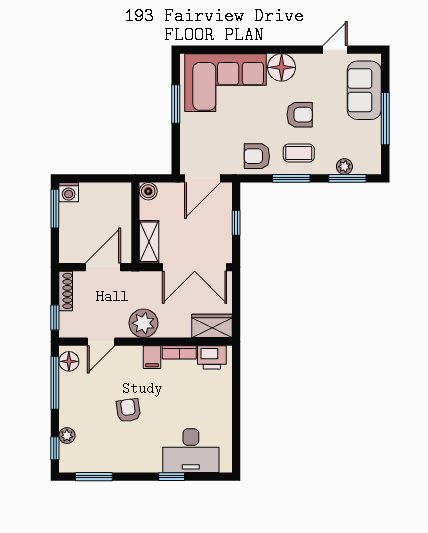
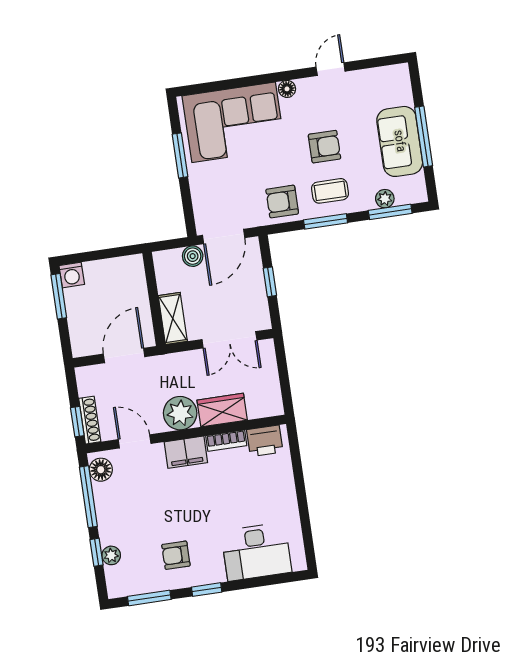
door: (335, 50) -> (331, 69), moved
floor lamp: (282, 67) -> (287, 89), width x0.53, depth x0.53
sofa: (364, 90) -> (400, 141), moved
boiler: (148, 191) -> (193, 256), moved
double door: (195, 267) -> (229, 340), width x0.73
shoe rack: (66, 291) -> (90, 420), moved
wardrobe: (212, 326) -> (222, 410), moved
door: (101, 342) -> (135, 441), swing flipped
filing cabinet: (152, 357) -> (186, 452), width x2.00
armchair: (128, 410) -> (176, 555), moved, turned -82
window: (55, 448) -> (97, 552), moved
window: (172, 477) -> (207, 590), moved

